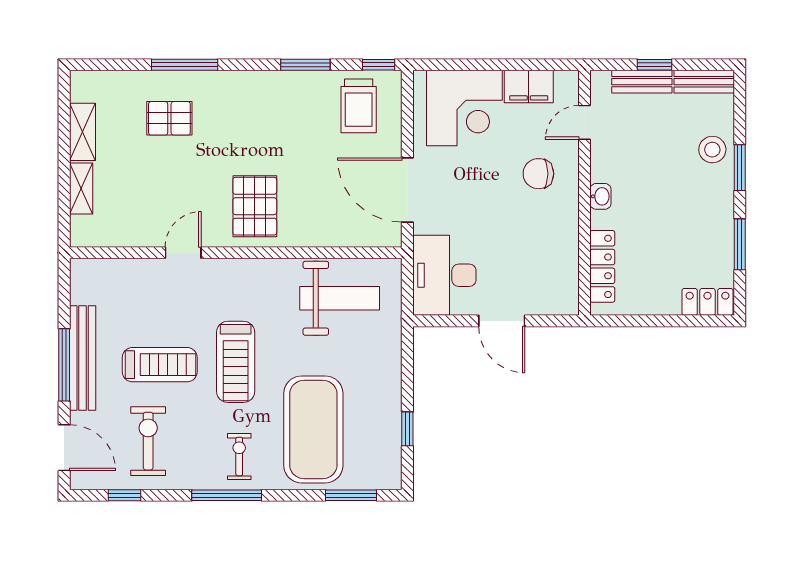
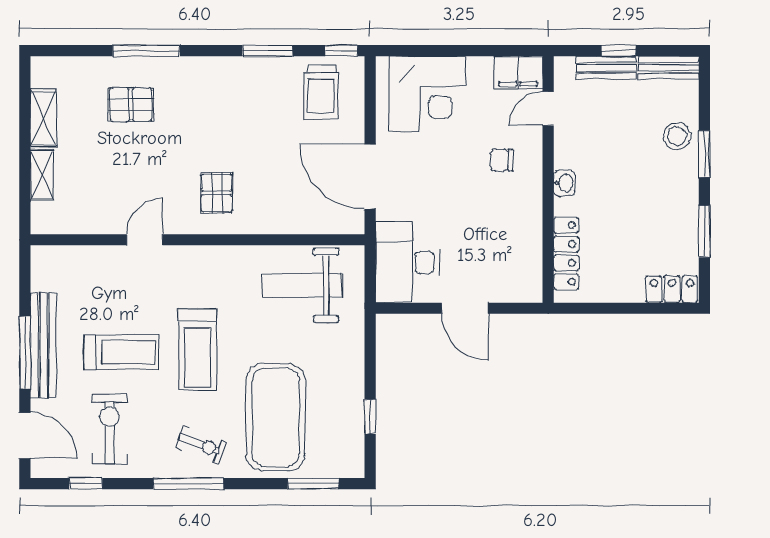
filing cabinet: (529, 87) -> (518, 73), moved
chair: (538, 174) -> (502, 160), width x0.73, depth x0.73
pallet: (255, 206) -> (217, 193), width x0.67, depth x0.71
weight bench: (340, 298) -> (302, 286), turned 180
exercise bike: (239, 456) -> (201, 445), turned 111

